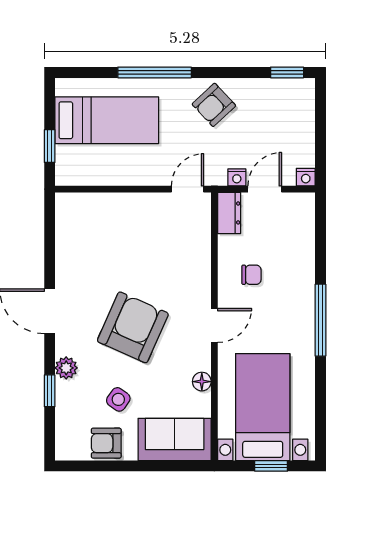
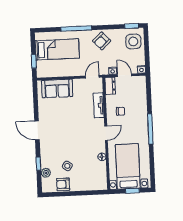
side table: (289, 110) -> (133, 41), added
door: (265, 189) -> (125, 75), hinge flipped
tv unit: (200, 258) -> (99, 105), added
armchair: (133, 327) -> (72, 135), removed
plant: (66, 368) -> (46, 173), moved
sofa: (175, 439) -> (57, 88), moved, turned 180

